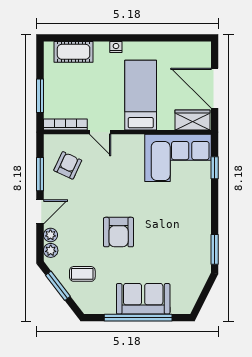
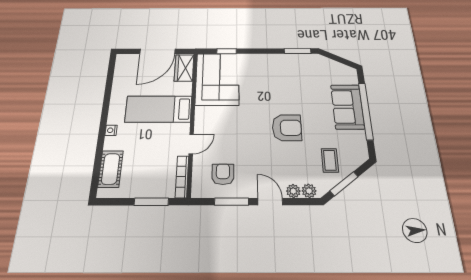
armchair: (68, 165) -> (223, 174), turned 65

